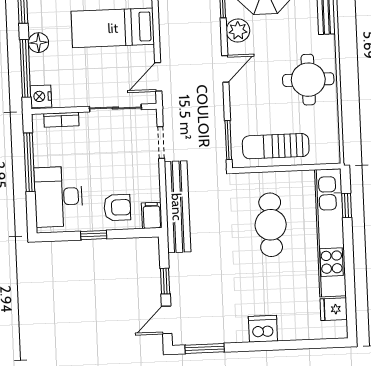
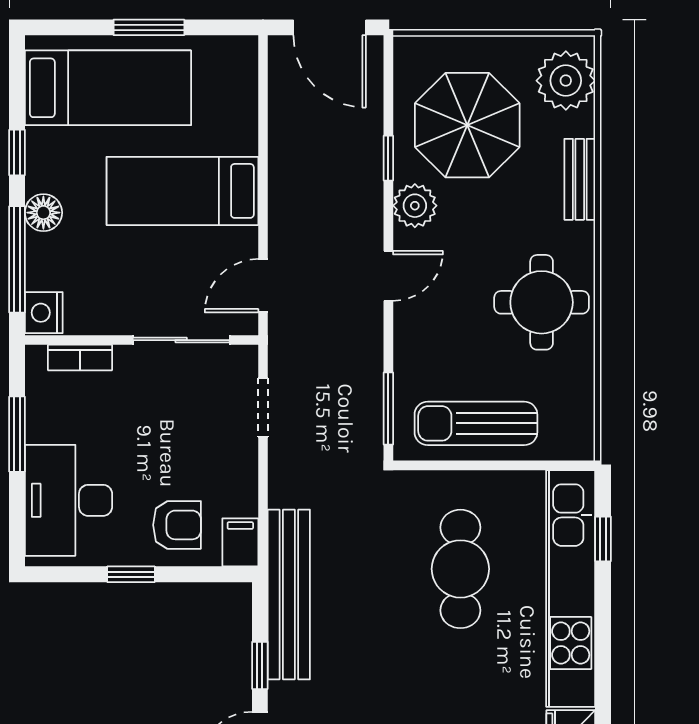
window: (29, 162) -> (17, 434), width x0.69
bench: (177, 207) -> (289, 595), moved

